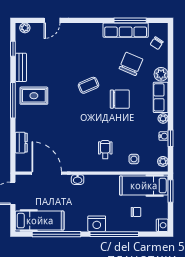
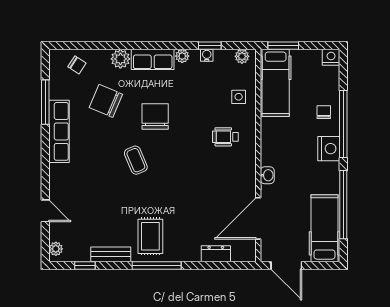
row of seats: (126, 30) -> (59, 131), moved
chair: (136, 212) -> (324, 112), moved

